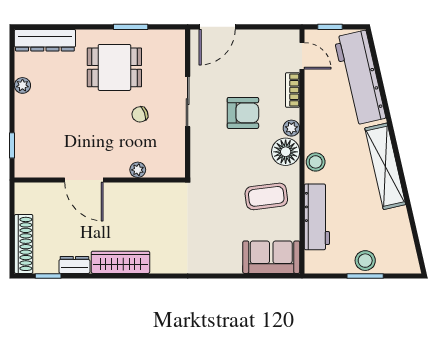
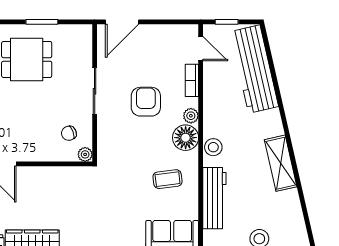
armchair: (243, 113) -> (146, 102), turned -90
chair: (140, 114) -> (69, 133), moved
shelving: (385, 166) -> (281, 163), width x0.68
plant: (138, 170) -> (85, 154), moved
coffee table: (266, 196) -> (168, 179), width x0.73, depth x0.77

